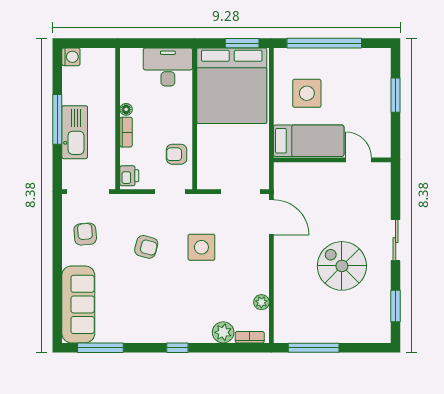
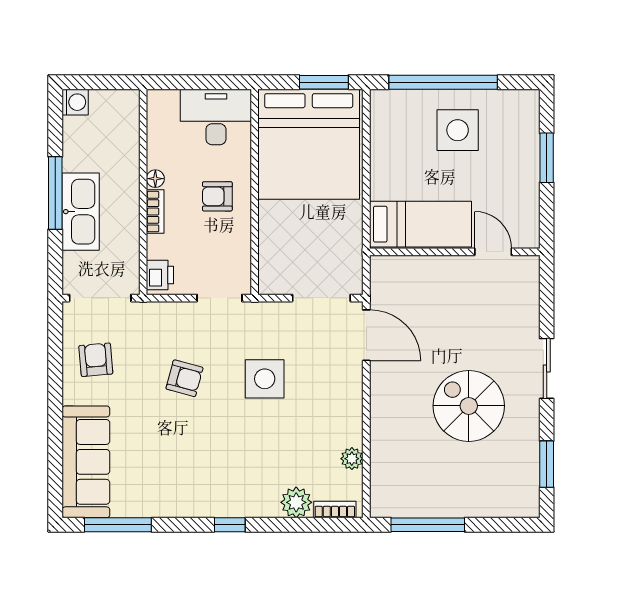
side table: (307, 93) -> (458, 130), moved
armchair: (177, 154) -> (217, 196), moved

